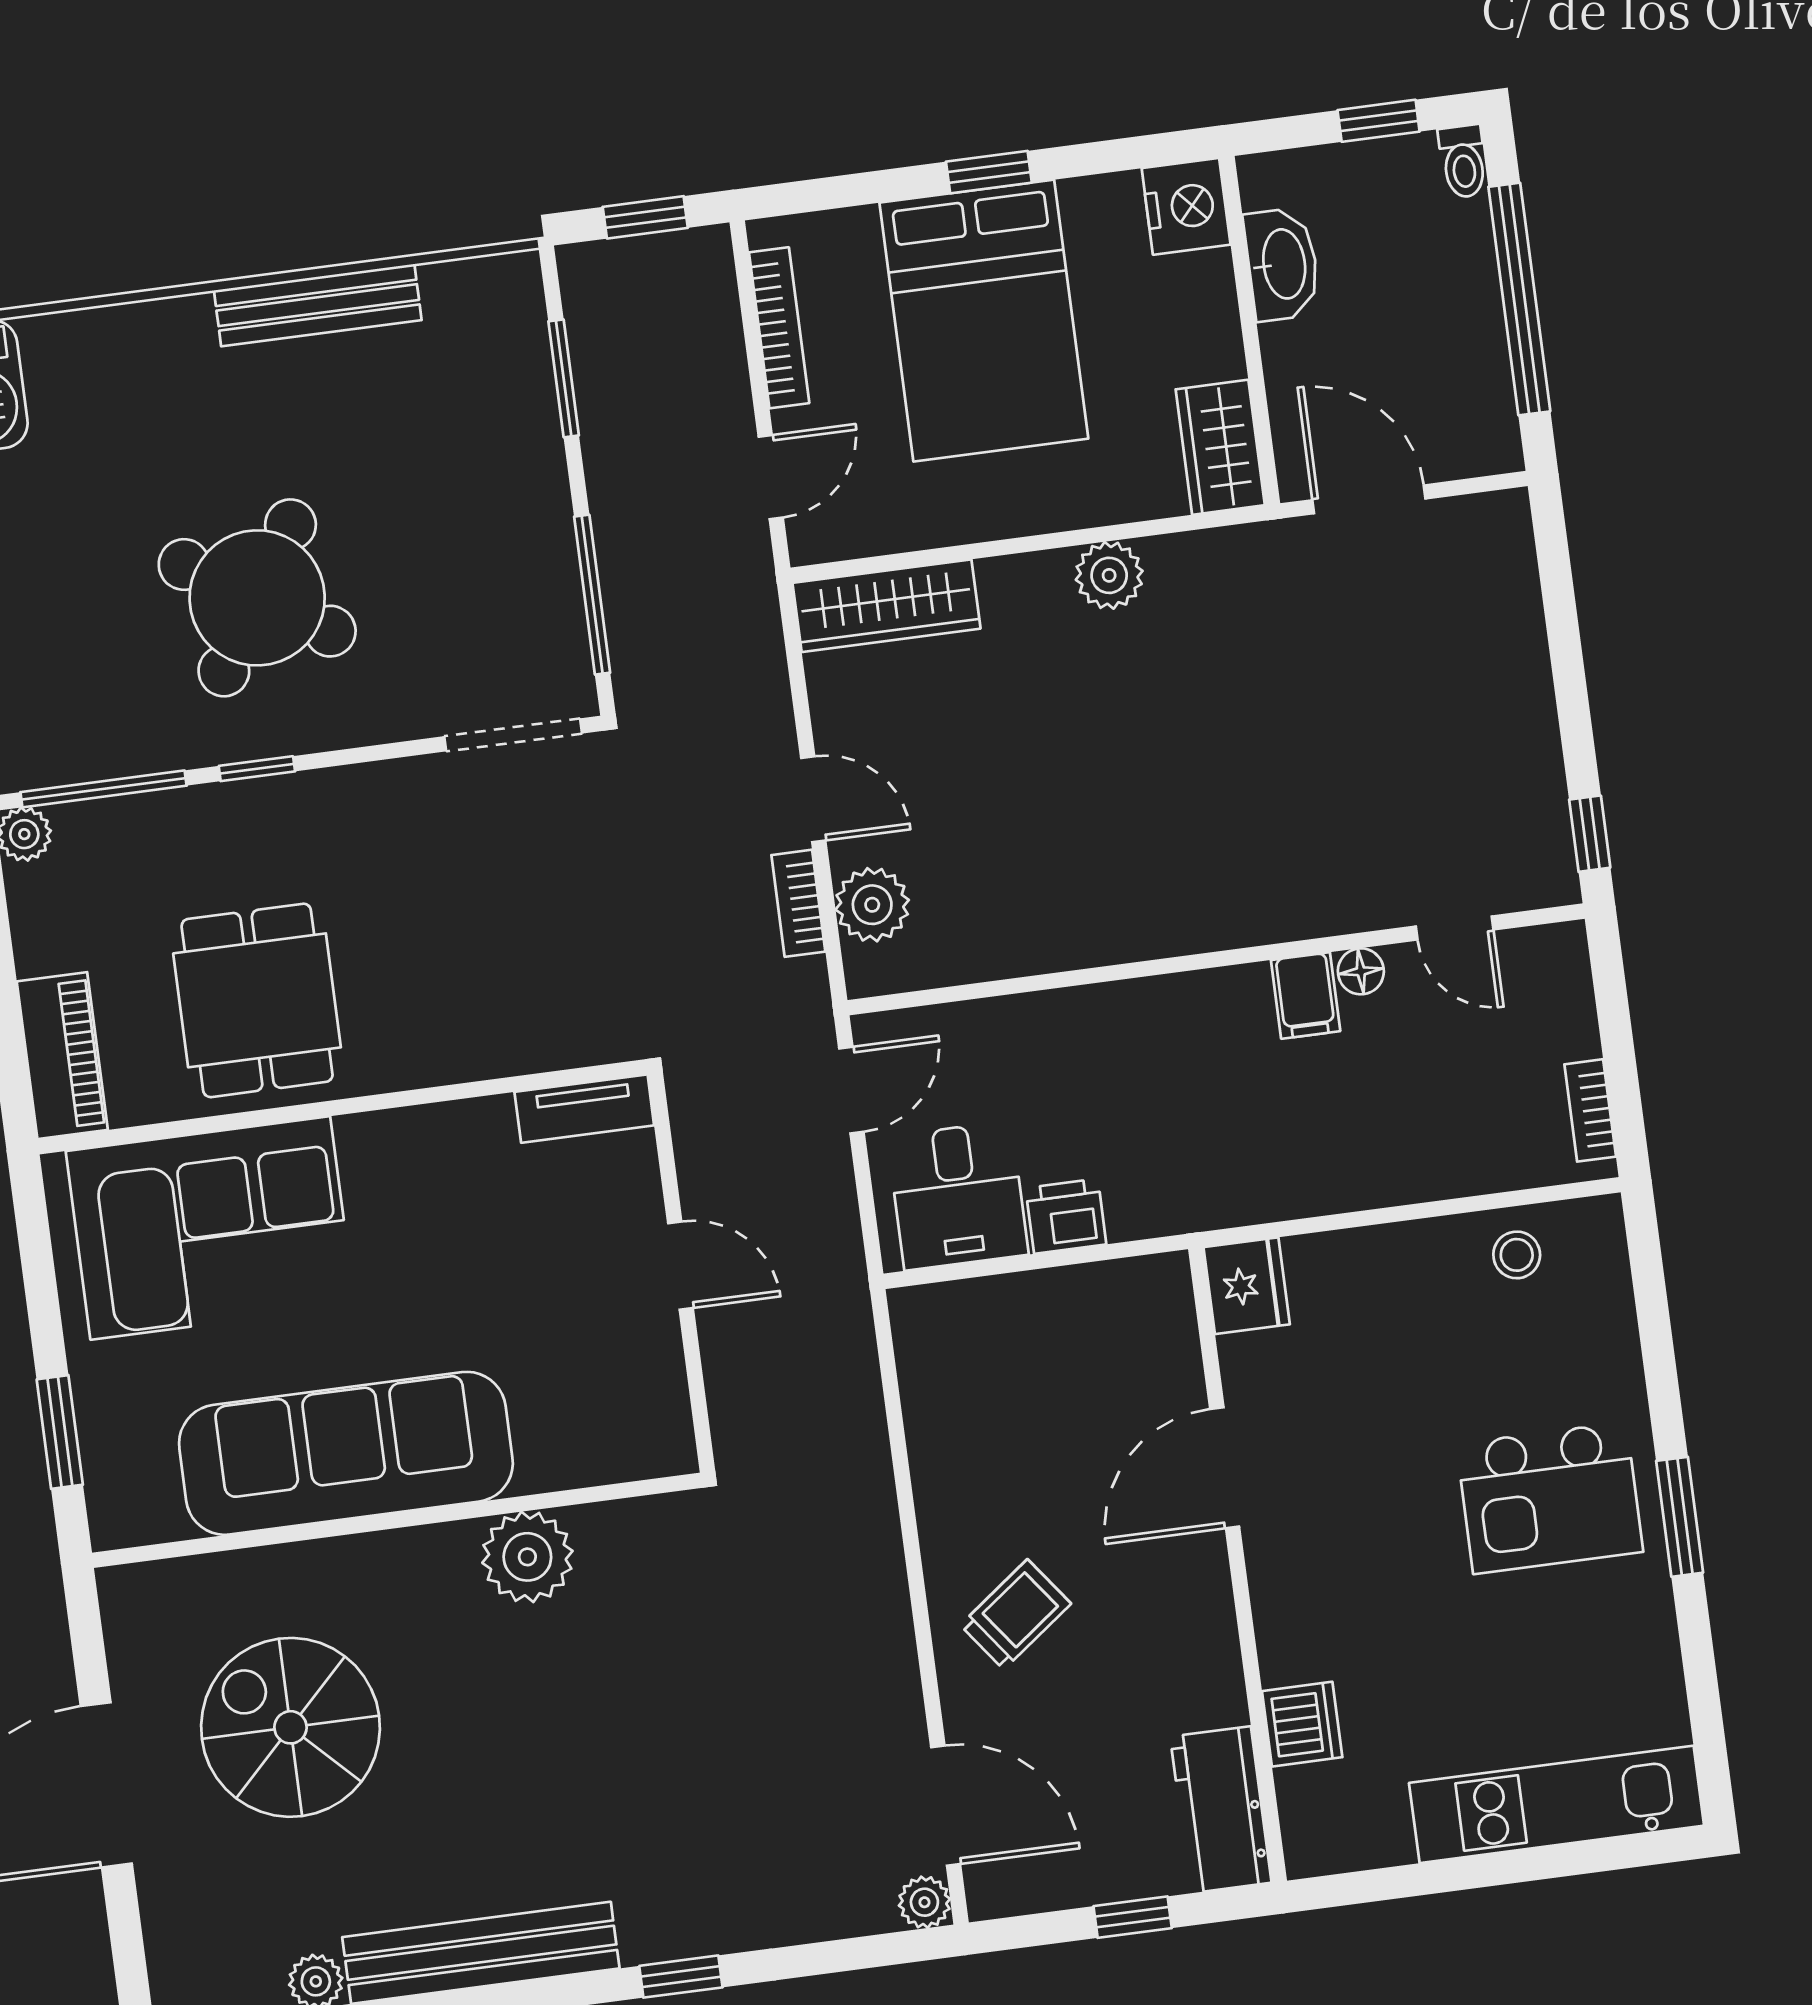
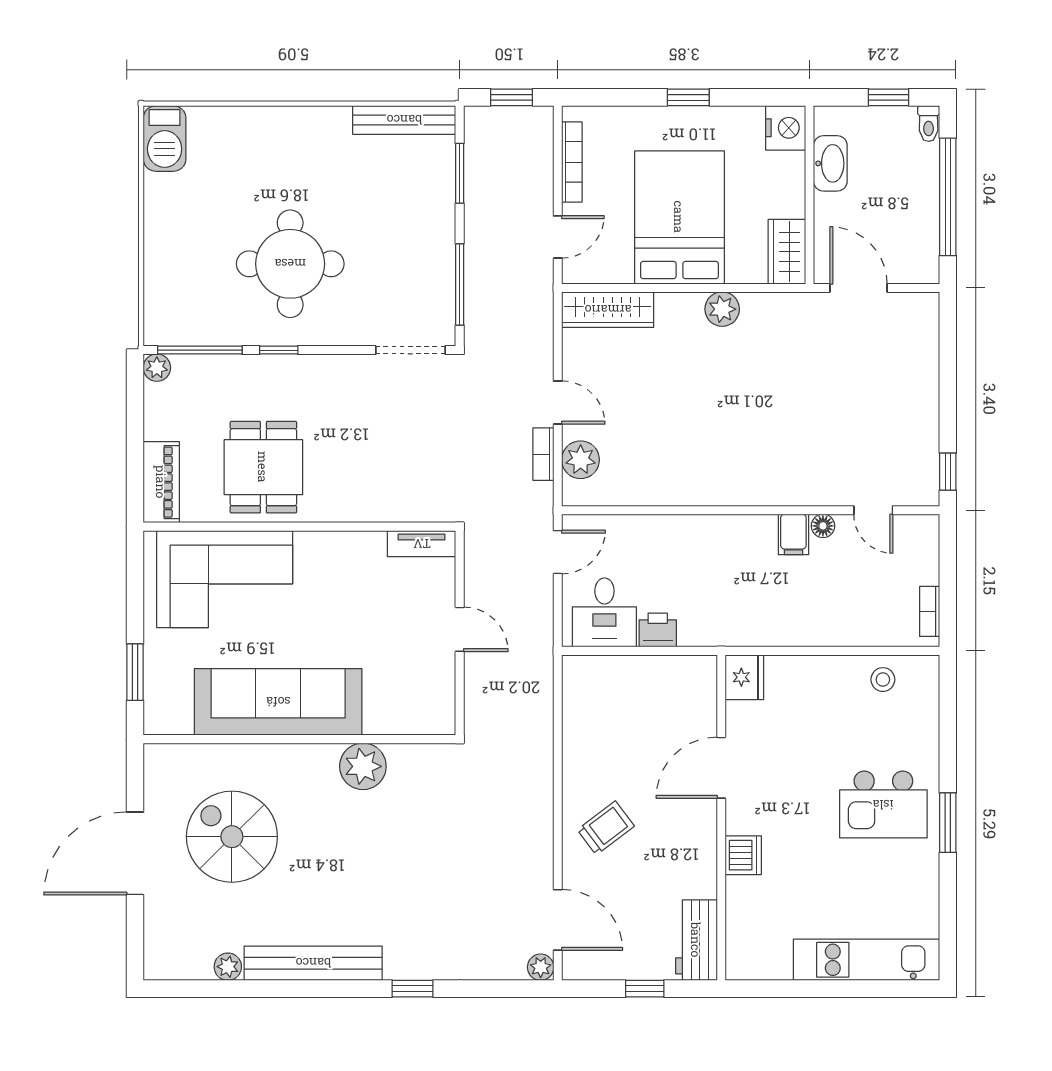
bench: (318, 305) -> (404, 120), moved
bed: (984, 321) -> (679, 217), moved, turned 180
round table: (257, 598) -> (290, 264), turned -32
dishwasher: (1302, 1724) -> (743, 855), moved

